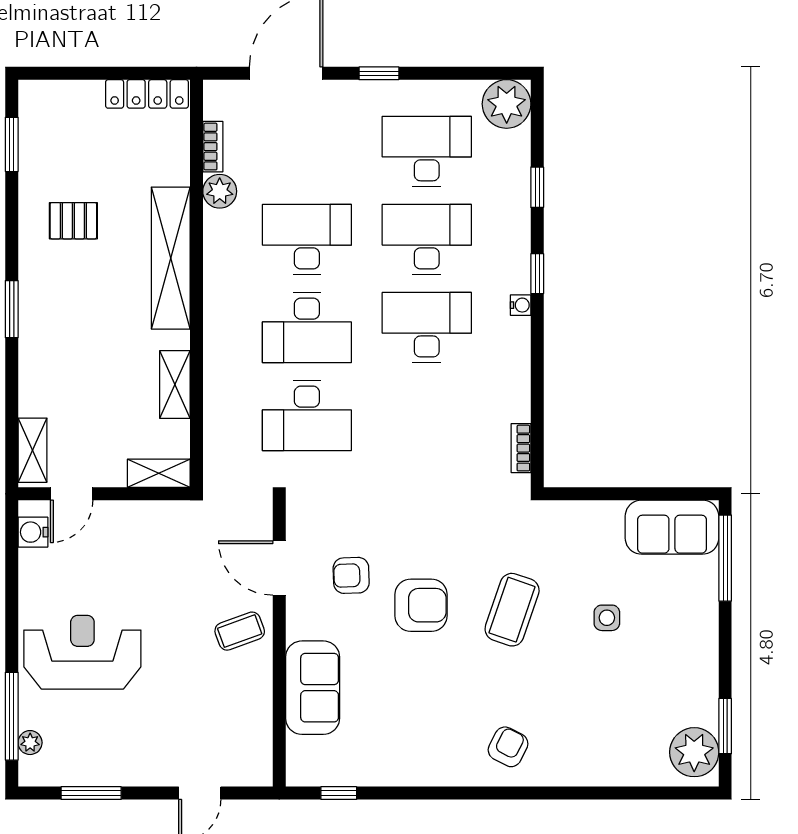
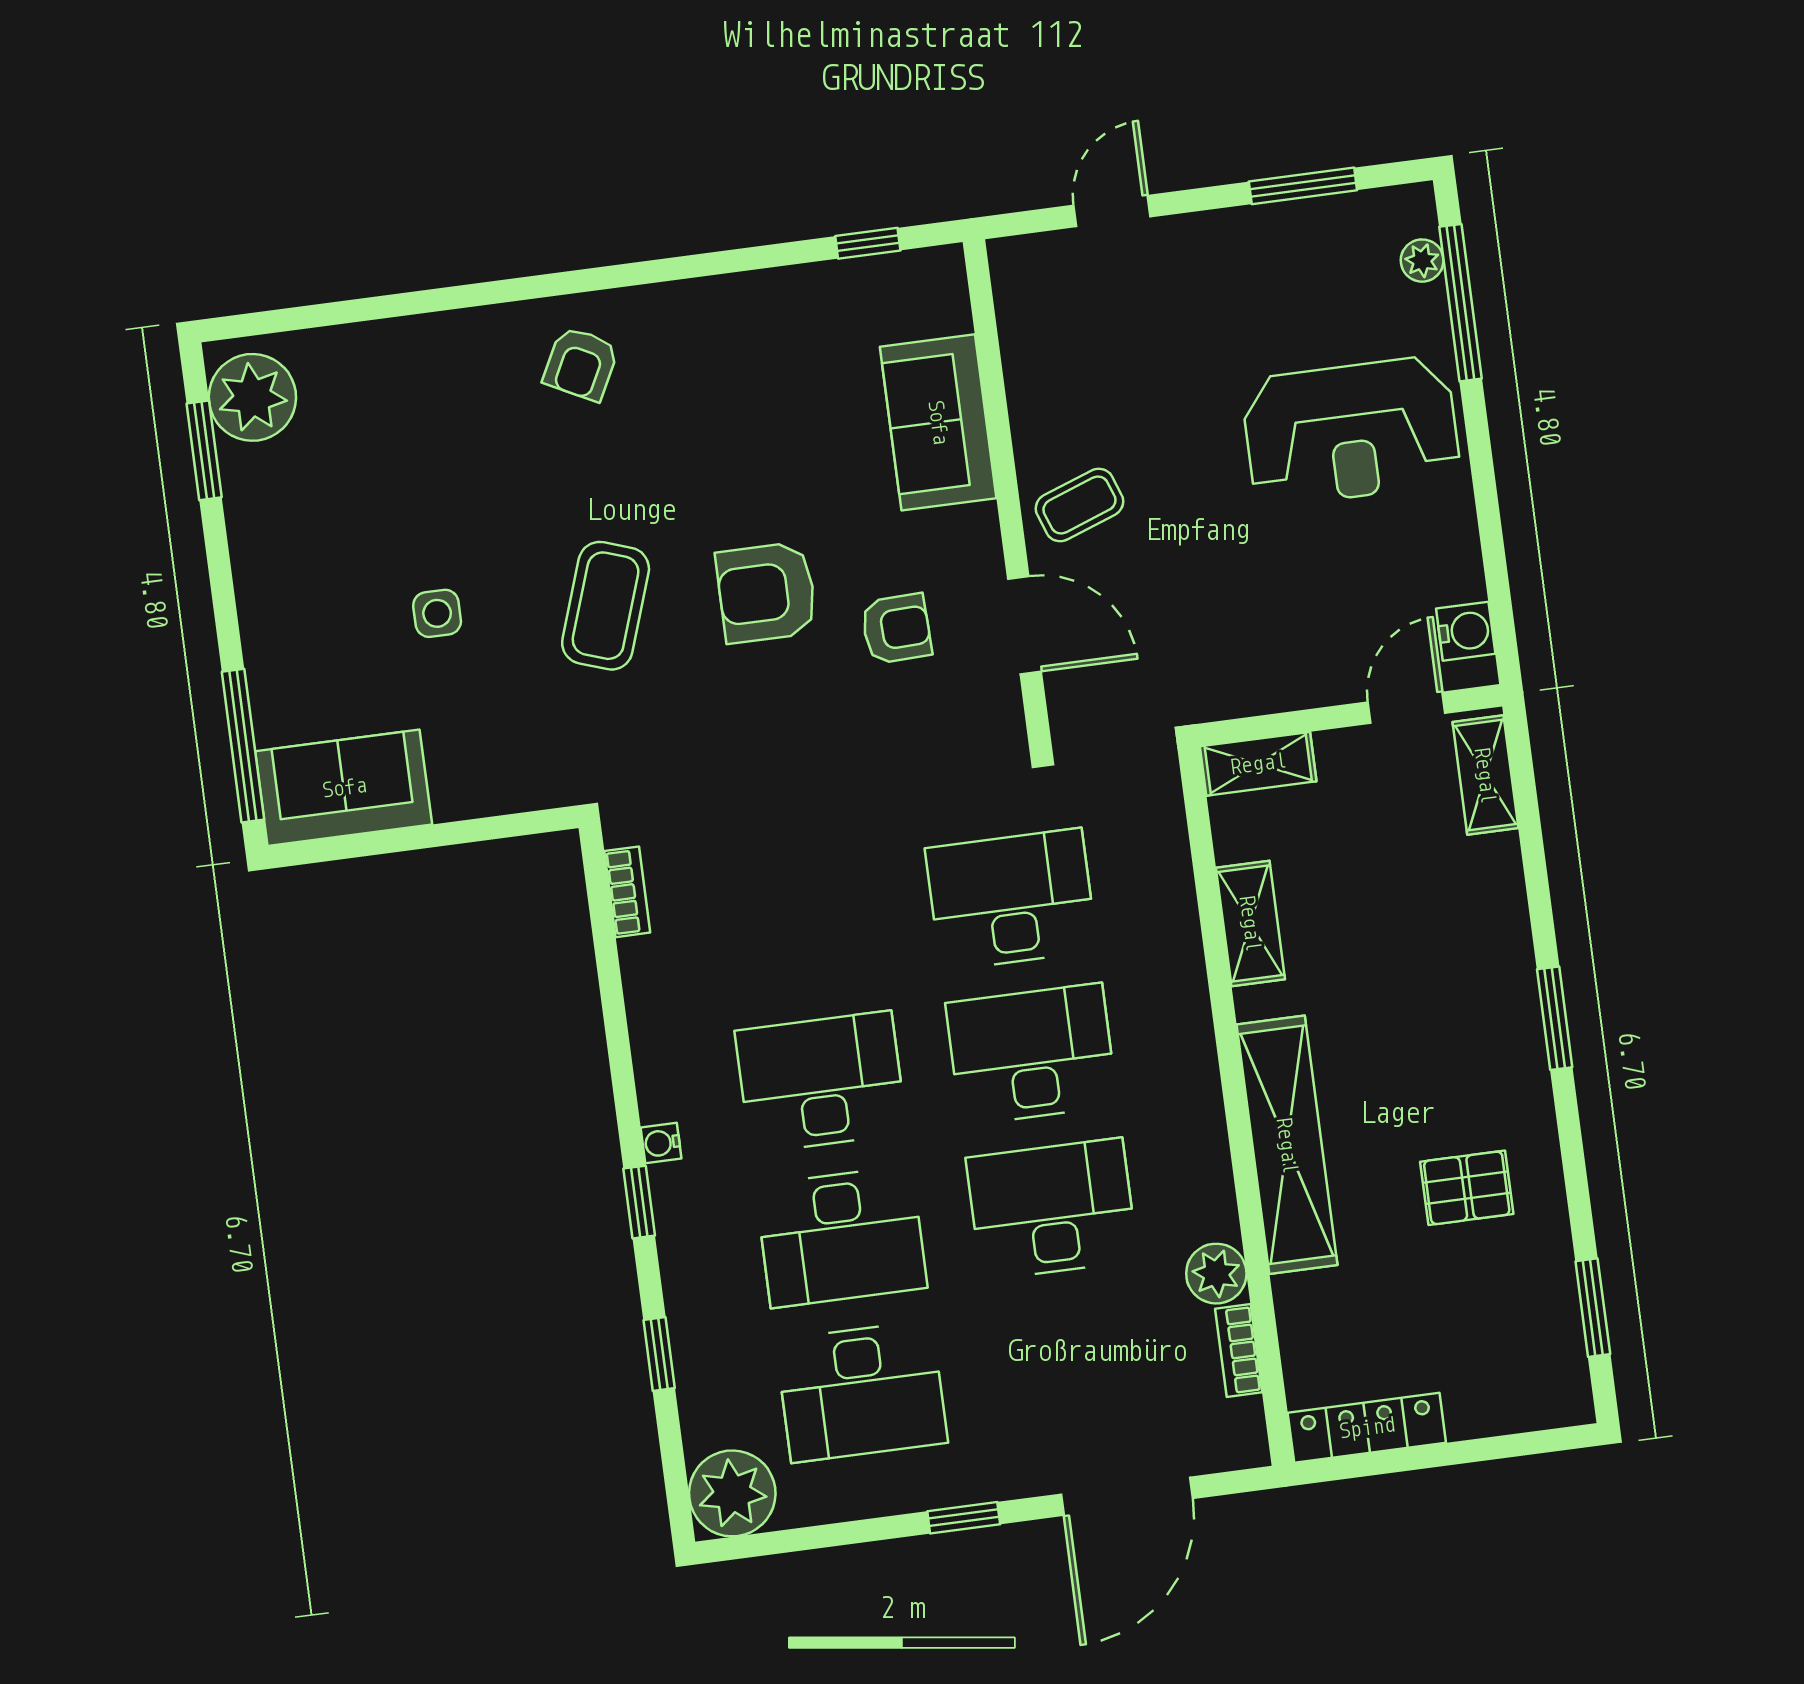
desk: (307, 239) -> (1052, 1209), turned 180
desk: (427, 328) -> (821, 1082), turned 180

